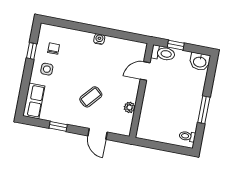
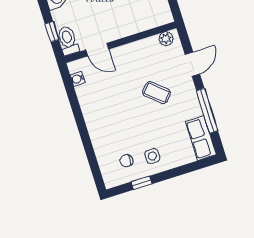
water cooler: (99, 39) -> (78, 79), moved
row of seats: (34, 101) -> (201, 138), moved, turned -90
plant: (130, 107) -> (166, 39), moved
window: (58, 126) -> (207, 111), width x2.17

